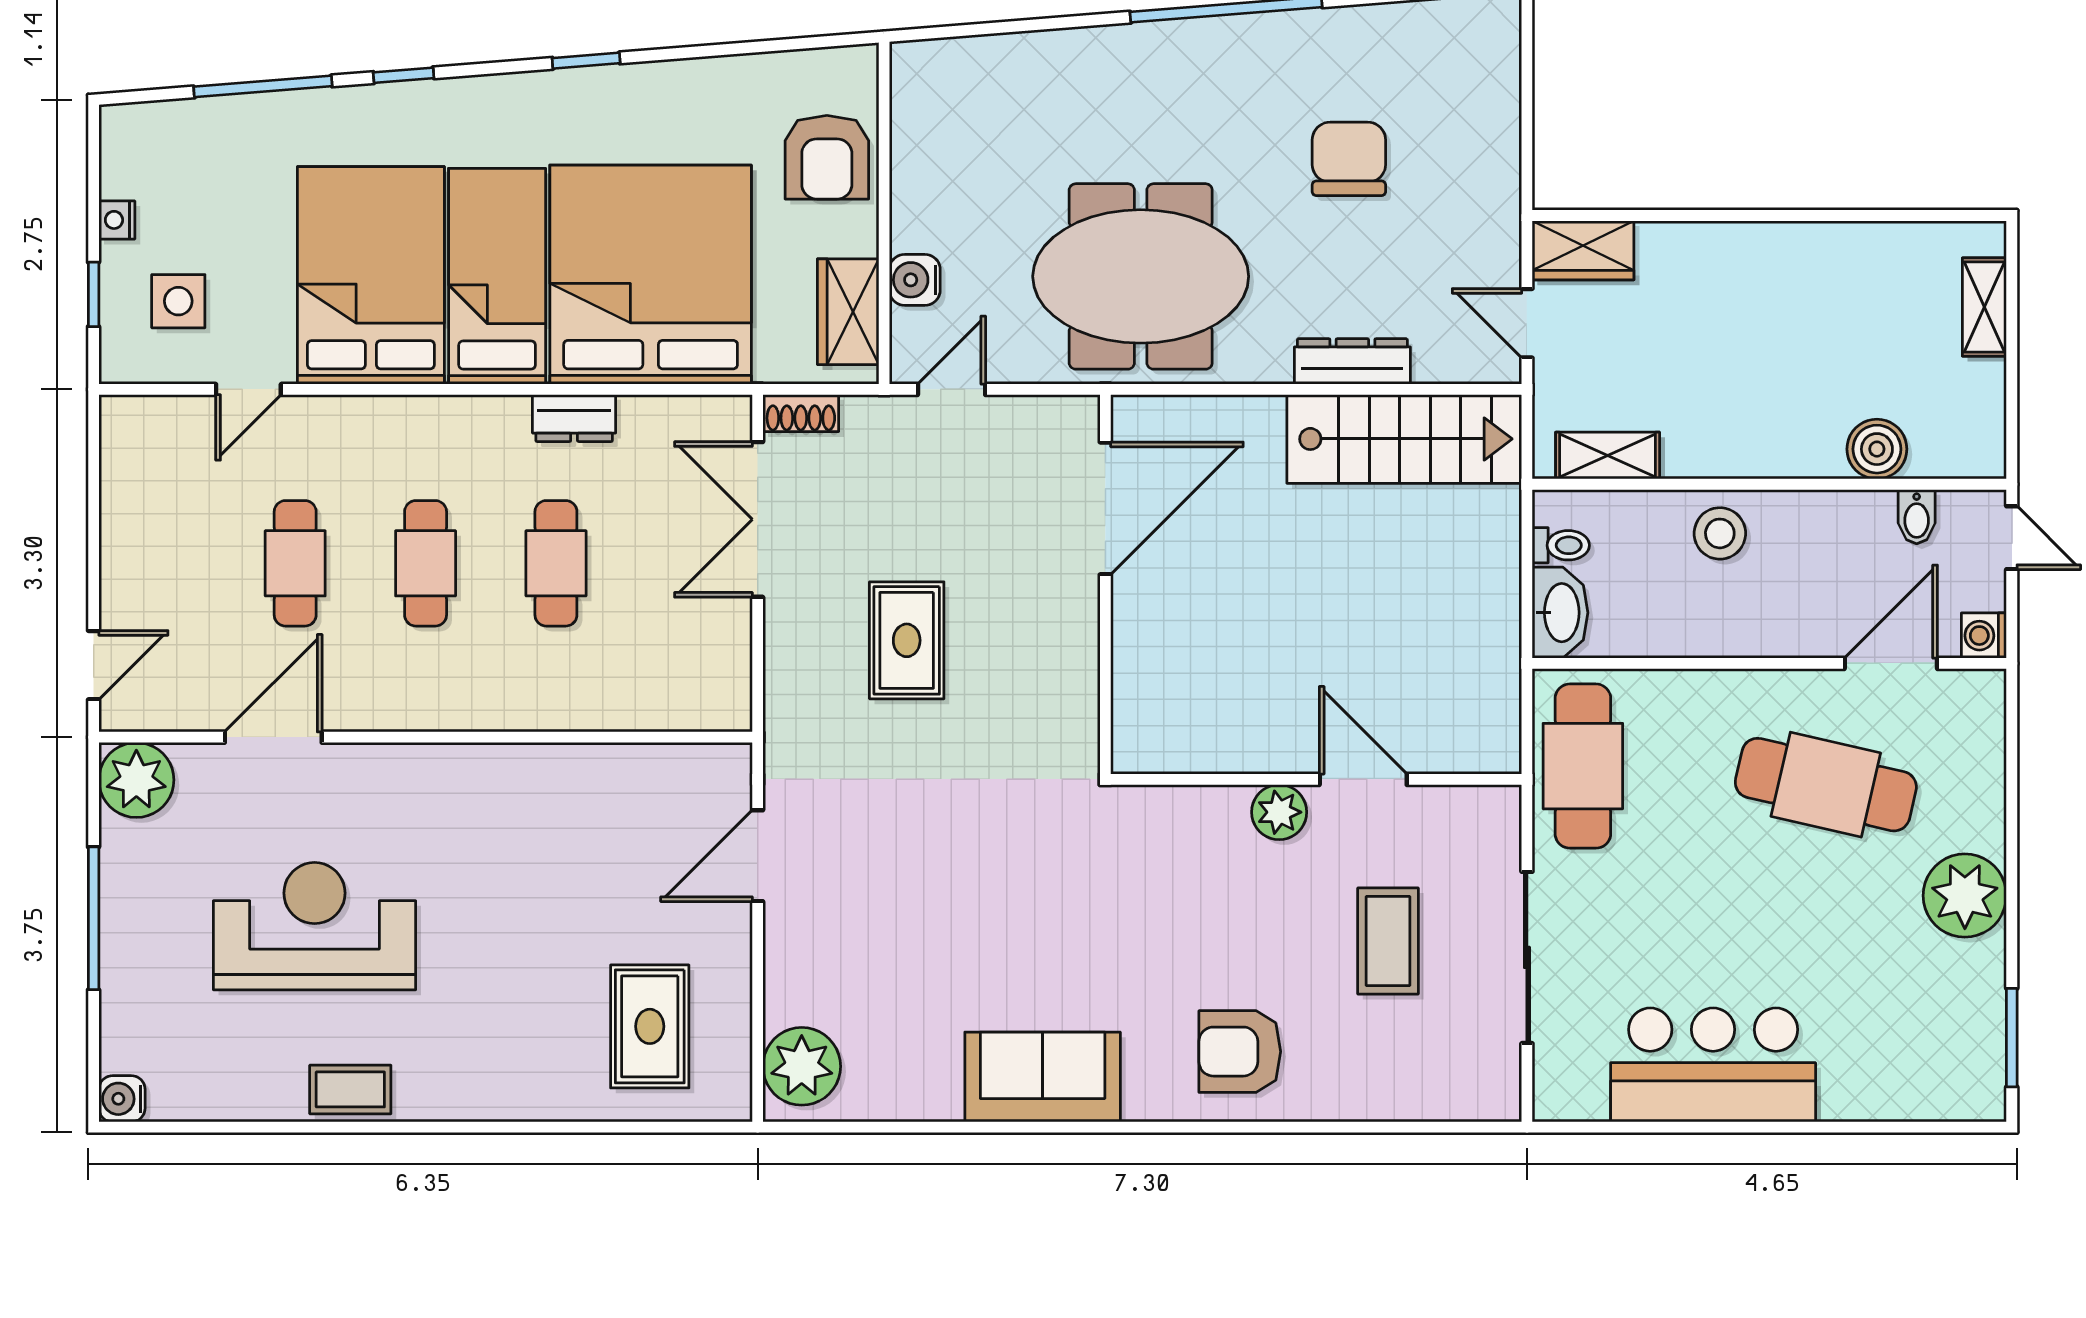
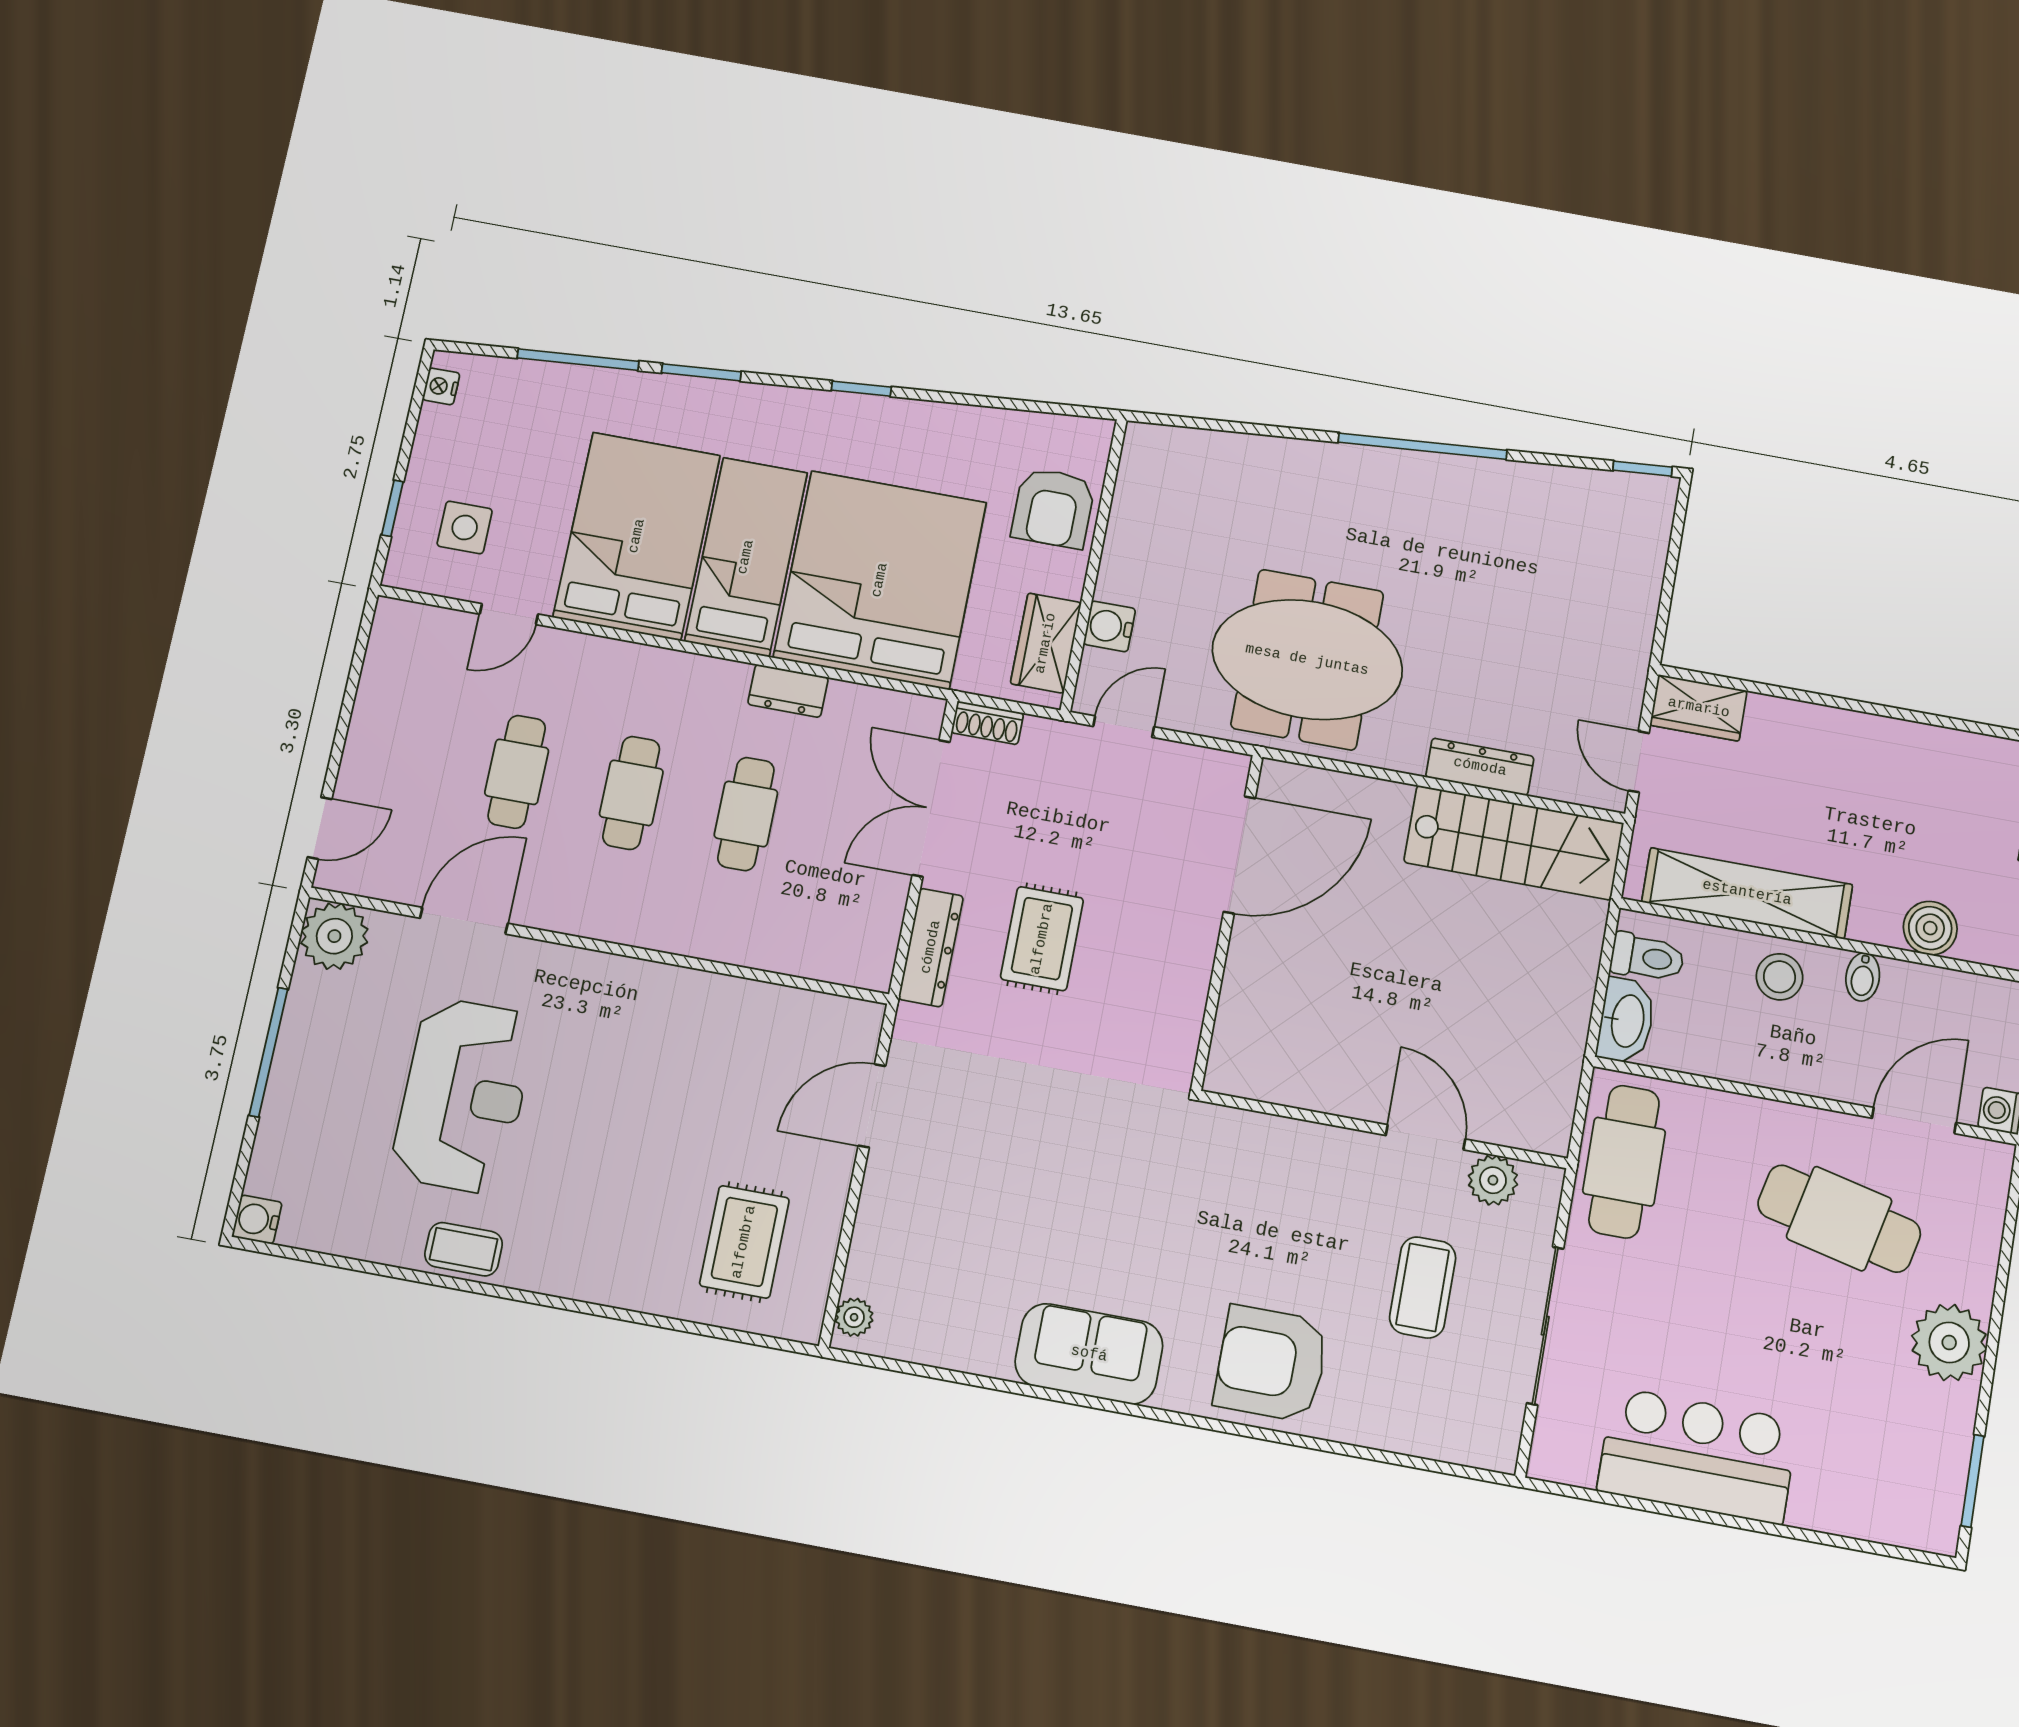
window: (404, 75) -> (701, 372), width x1.50
chair: (1349, 159) -> (1507, 592), removed
nightstand: (117, 220) -> (441, 386), moved
shelving: (1608, 456) -> (1747, 893), width x2.20, depth x1.33
bidet: (1917, 517) -> (1863, 977), moved
toilet: (1561, 545) -> (1647, 957), width x1.37, depth x1.39
dresser: (787, 672) -> (931, 947), added
plant: (1279, 812) -> (1493, 1180), moved
reception desk: (314, 926) -> (464, 1096), turned 90
armchair: (1240, 1052) -> (1271, 1364), width x1.36, depth x1.36
plant: (802, 1066) -> (854, 1317), width x0.53, depth x0.53

